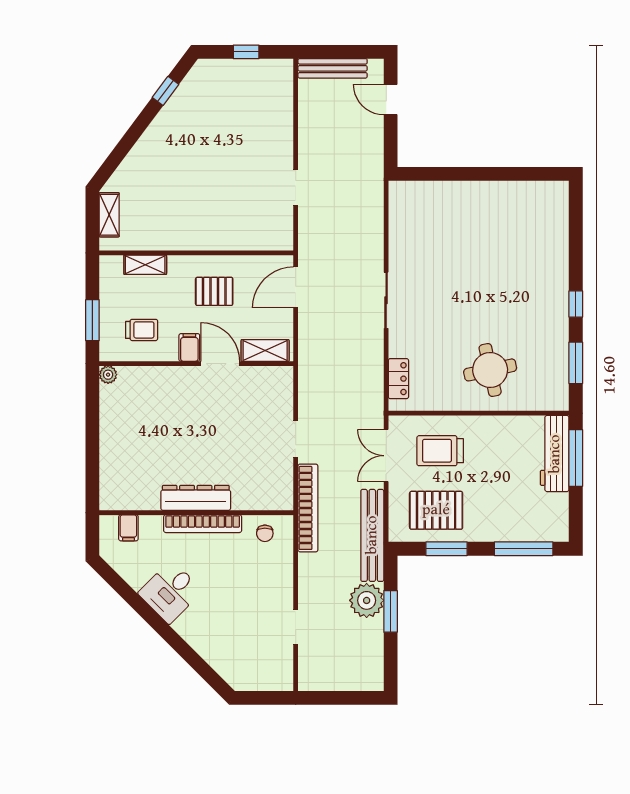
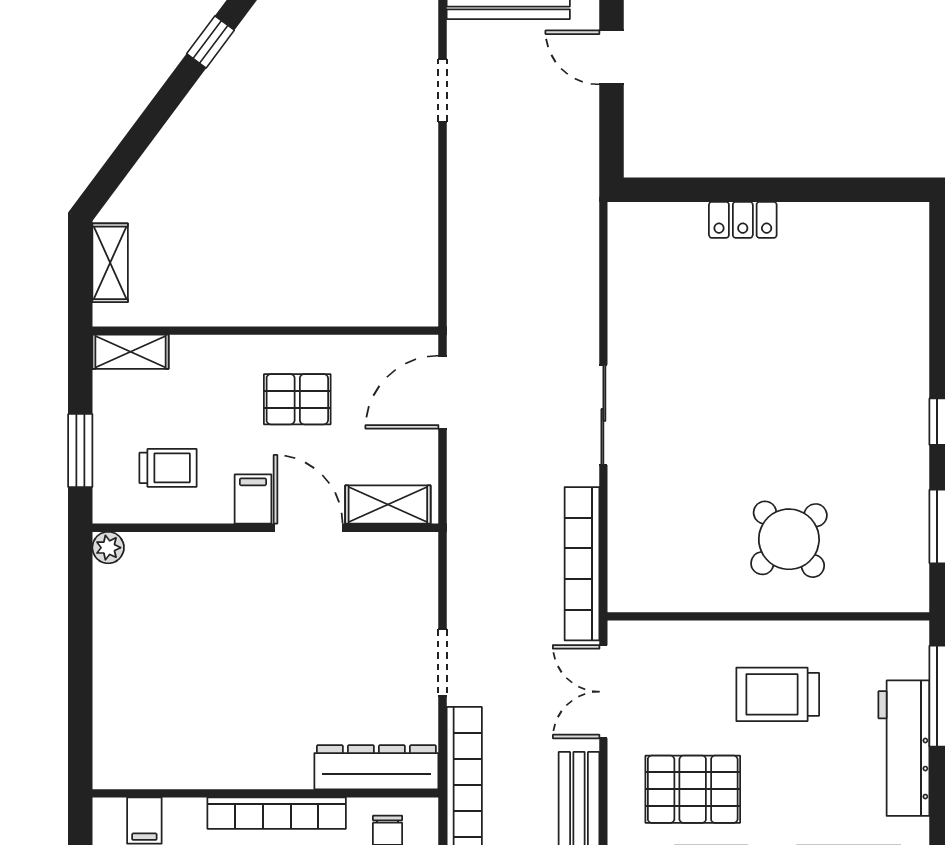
doorway: (296, 187) -> (442, 90), moved
shelving: (145, 265) -> (130, 352), moved
round table: (490, 370) -> (789, 539), turned -30
locker: (398, 379) -> (743, 220), moved, turned 90
bookcase: (374, 384) -> (582, 564), added
trolley: (440, 451) -> (778, 694), moved
workbench: (555, 454) -> (904, 748), moved
dresser: (196, 498) -> (376, 767), moved

